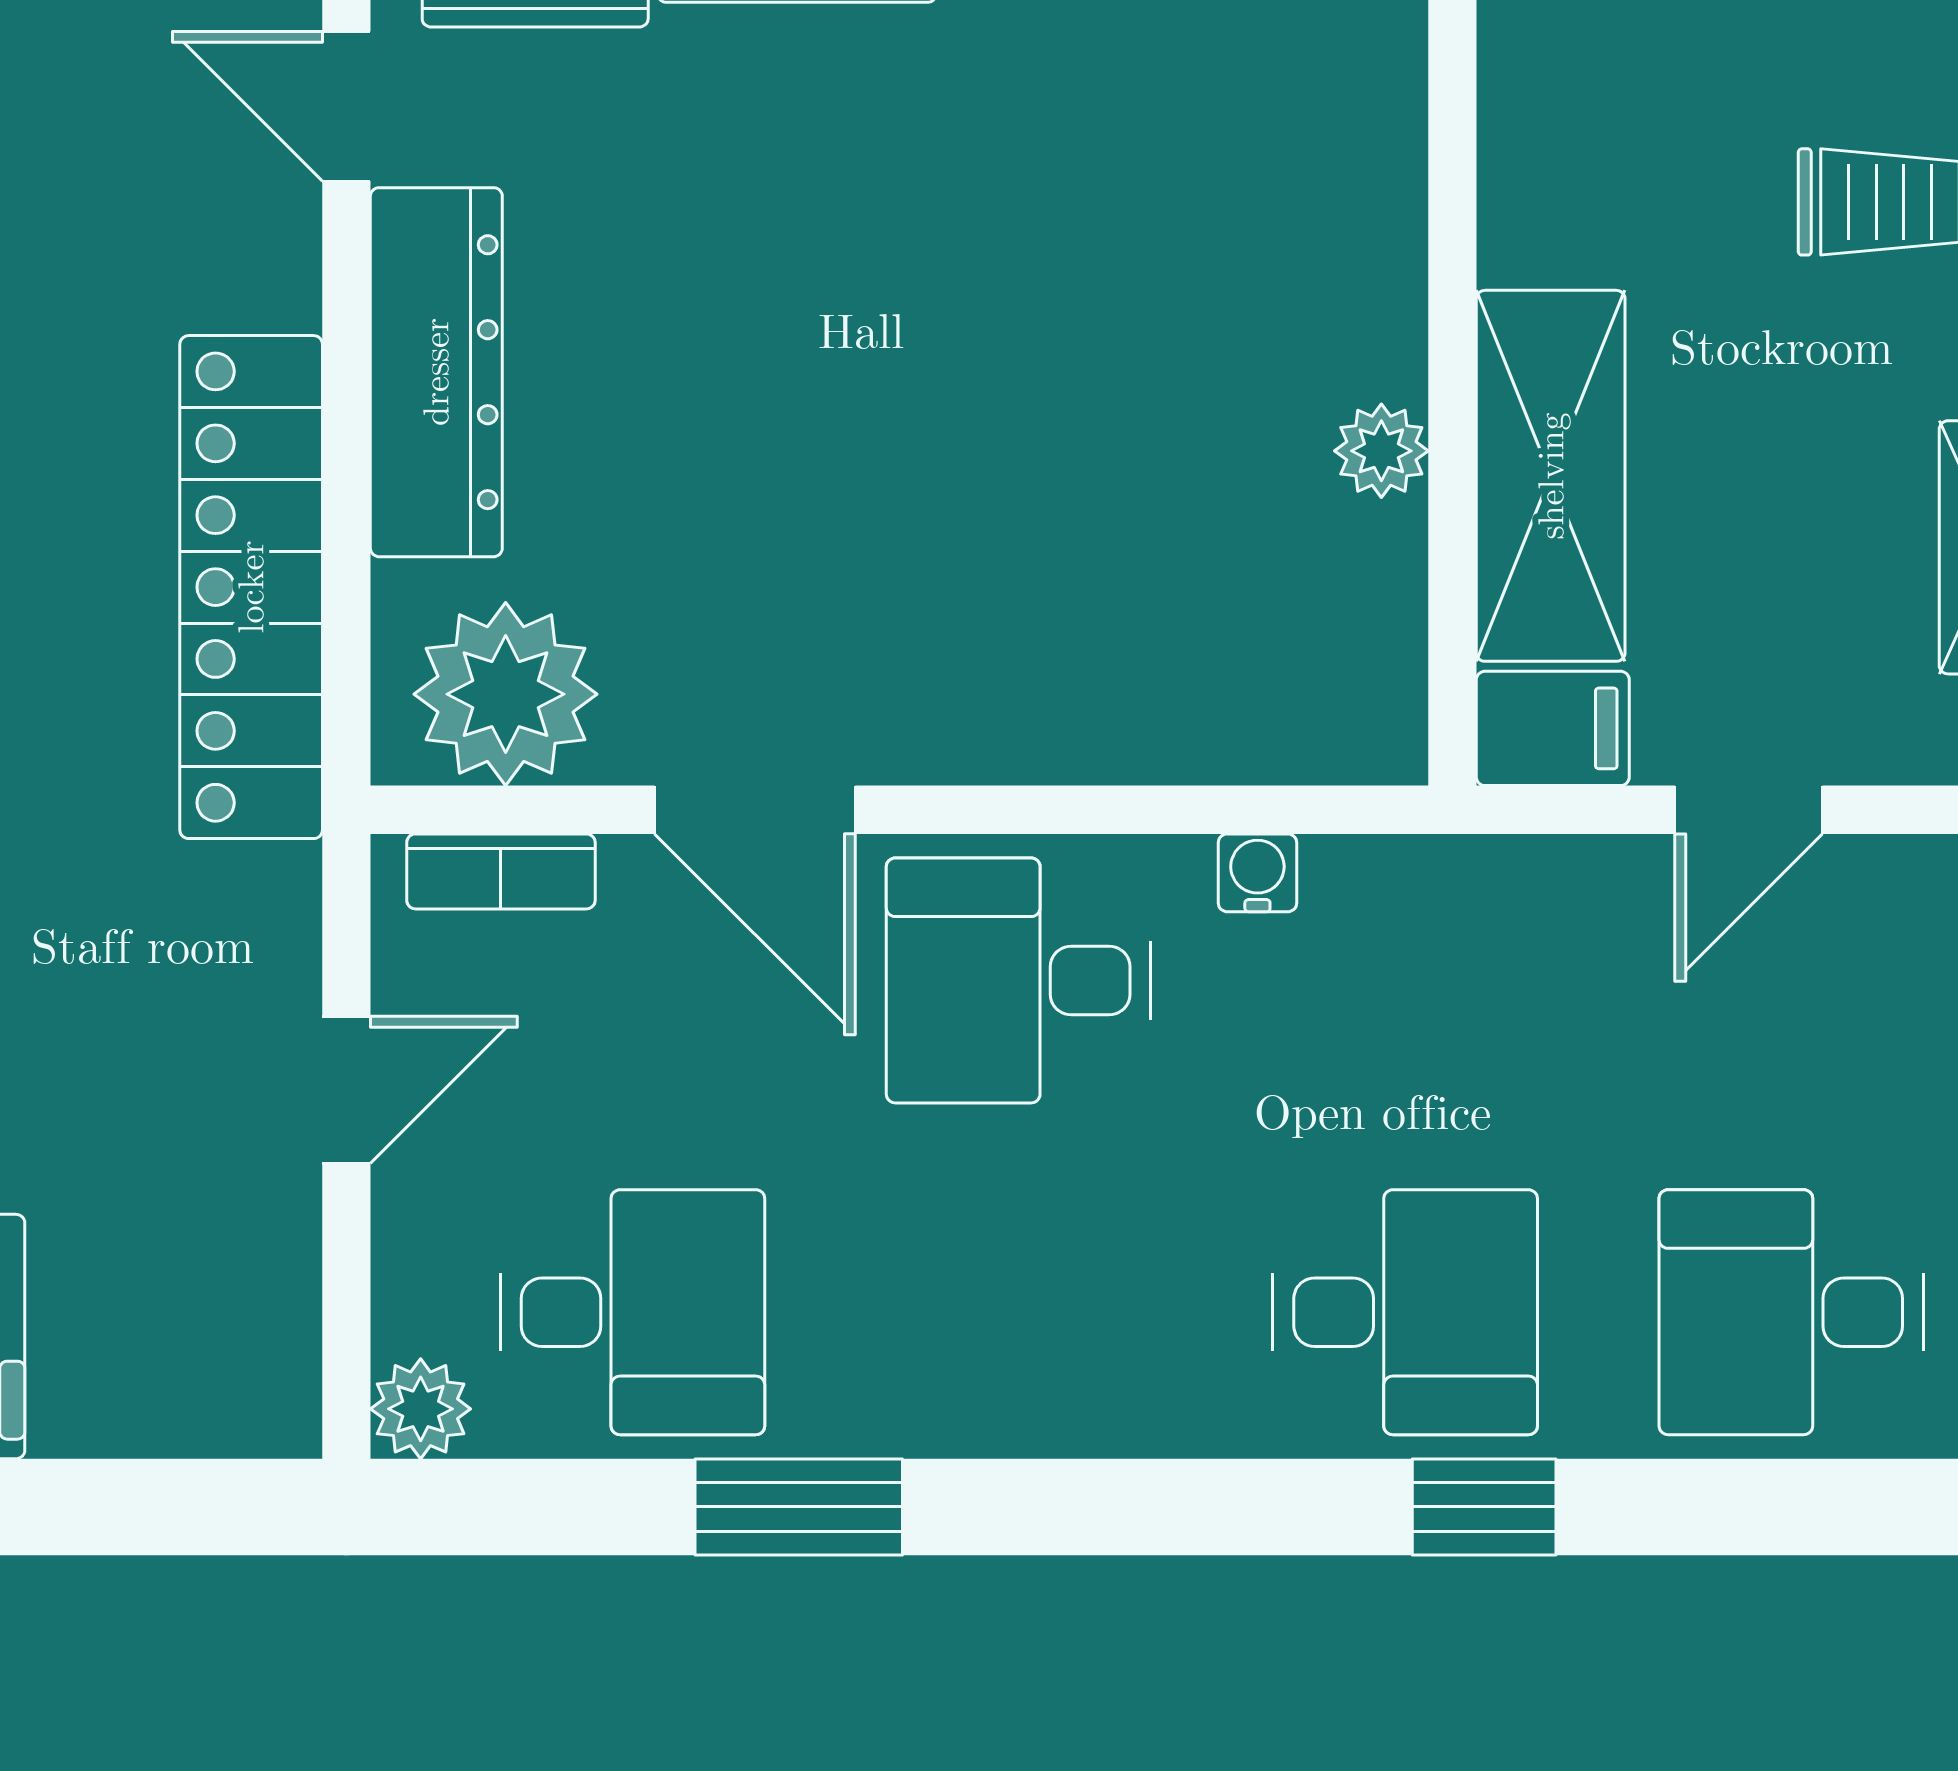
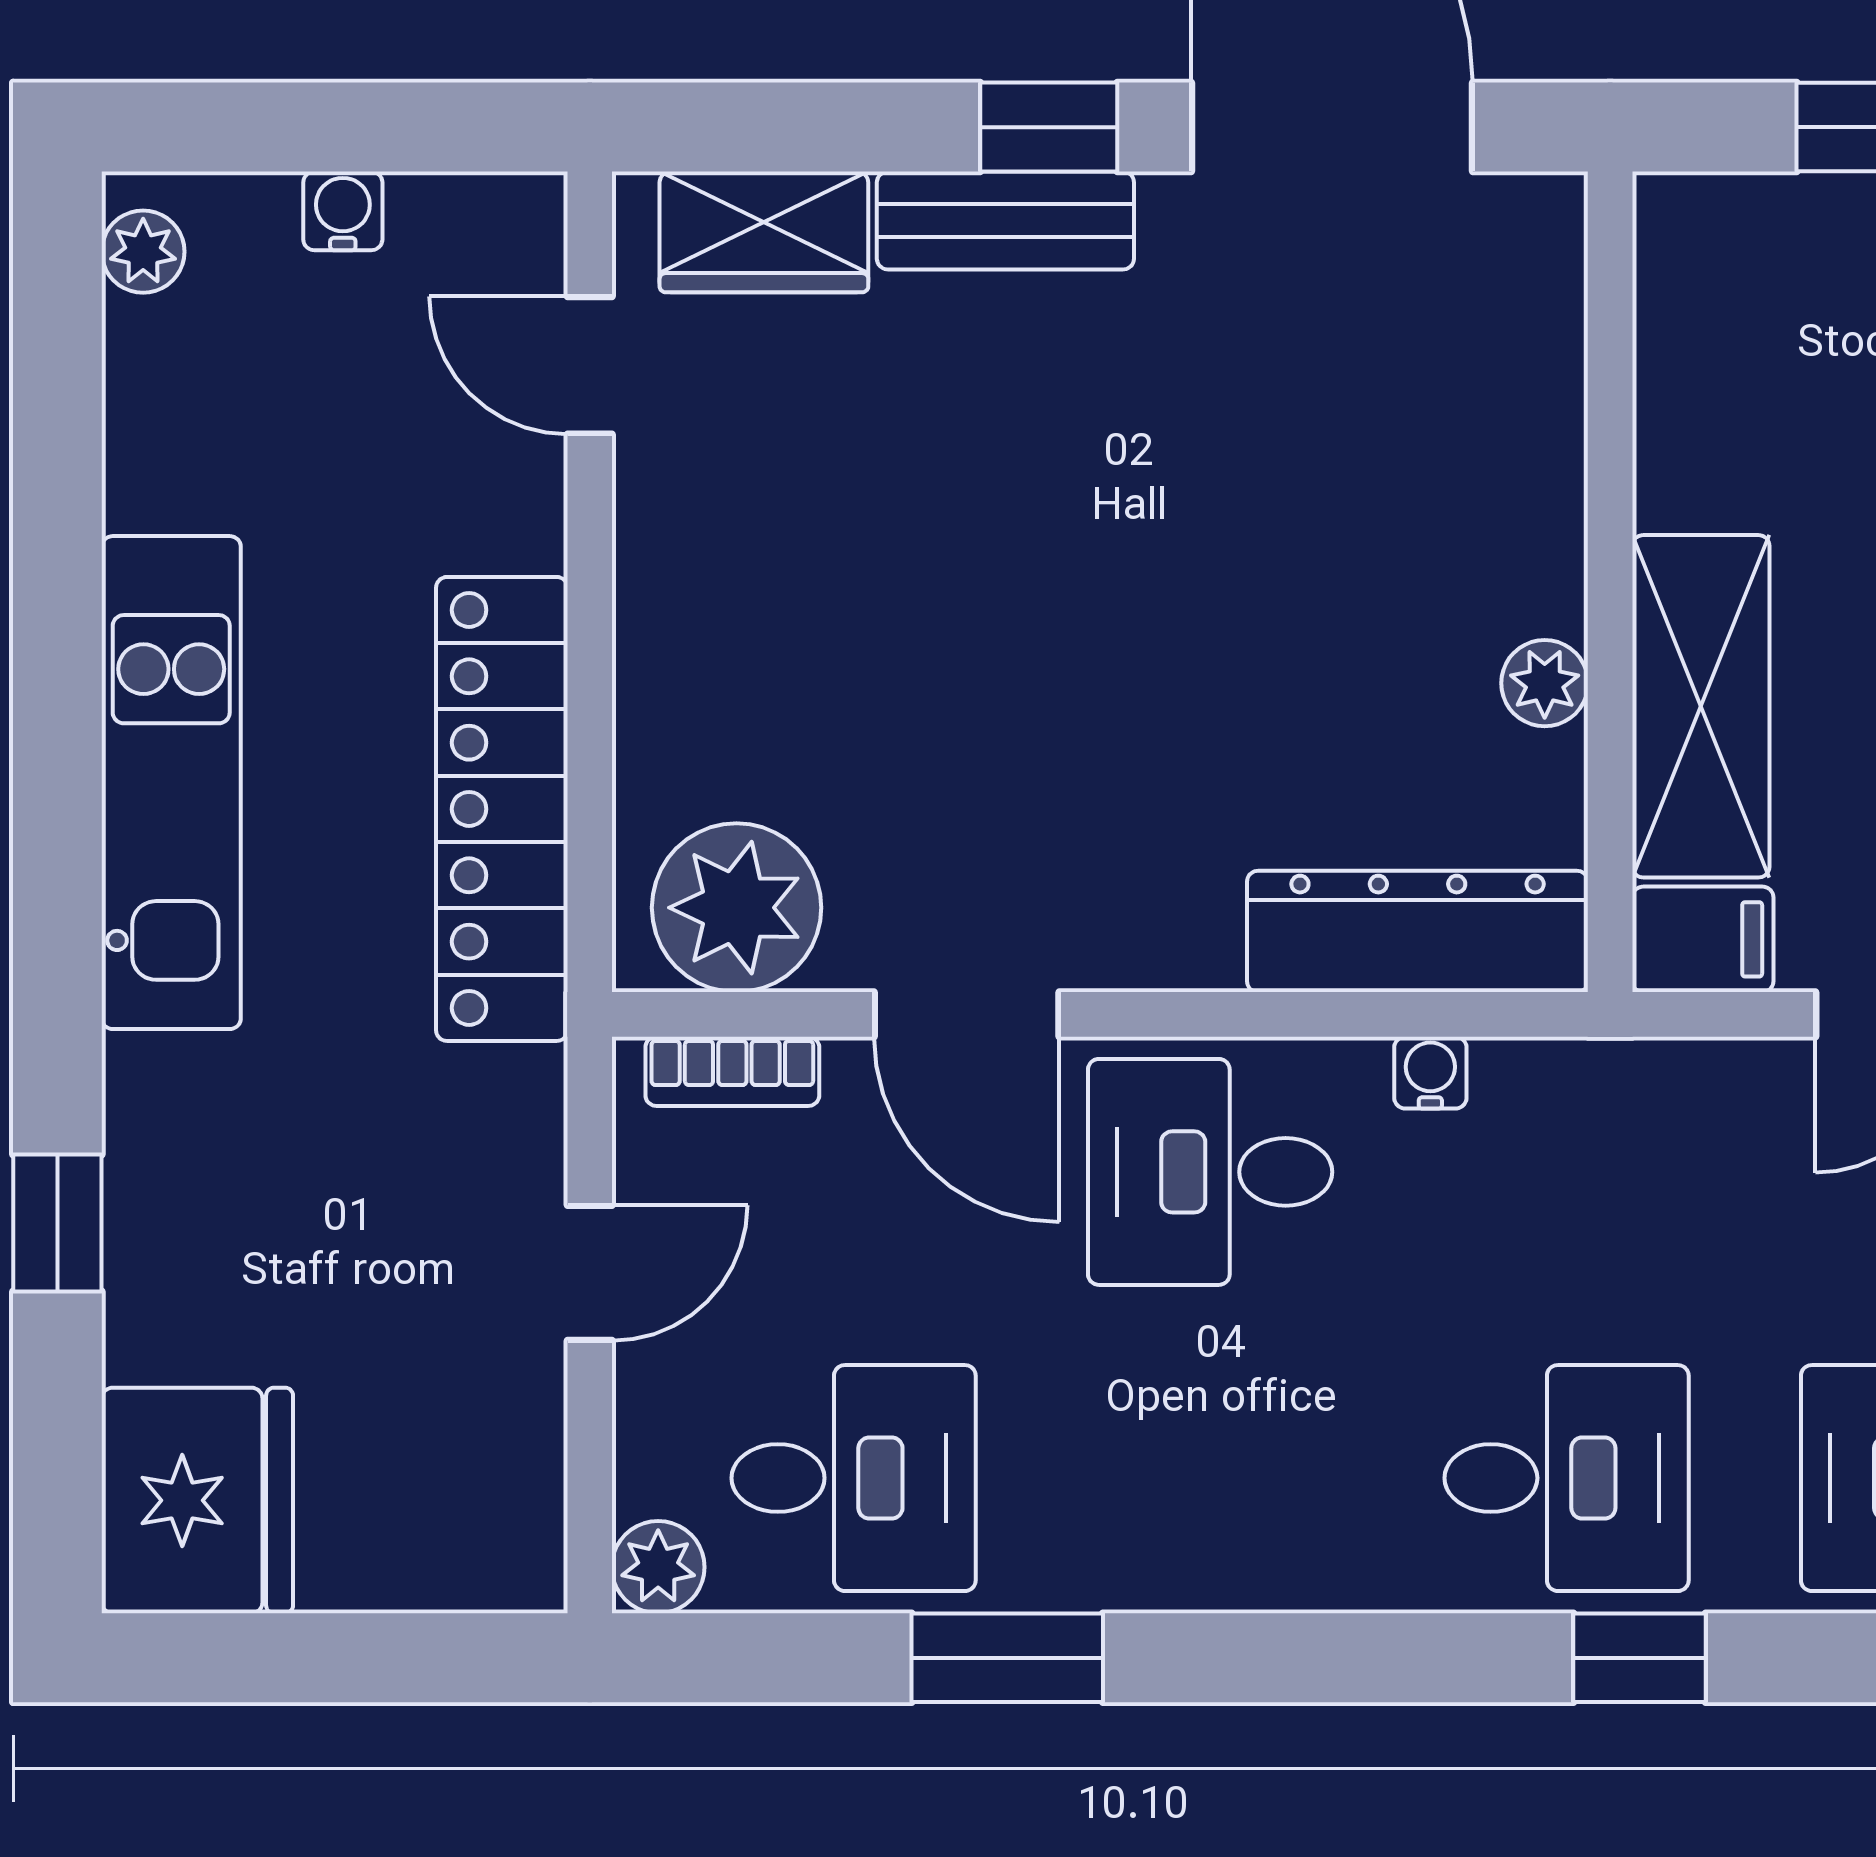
dresser: (436, 372) -> (1418, 931), moved, turned -90

